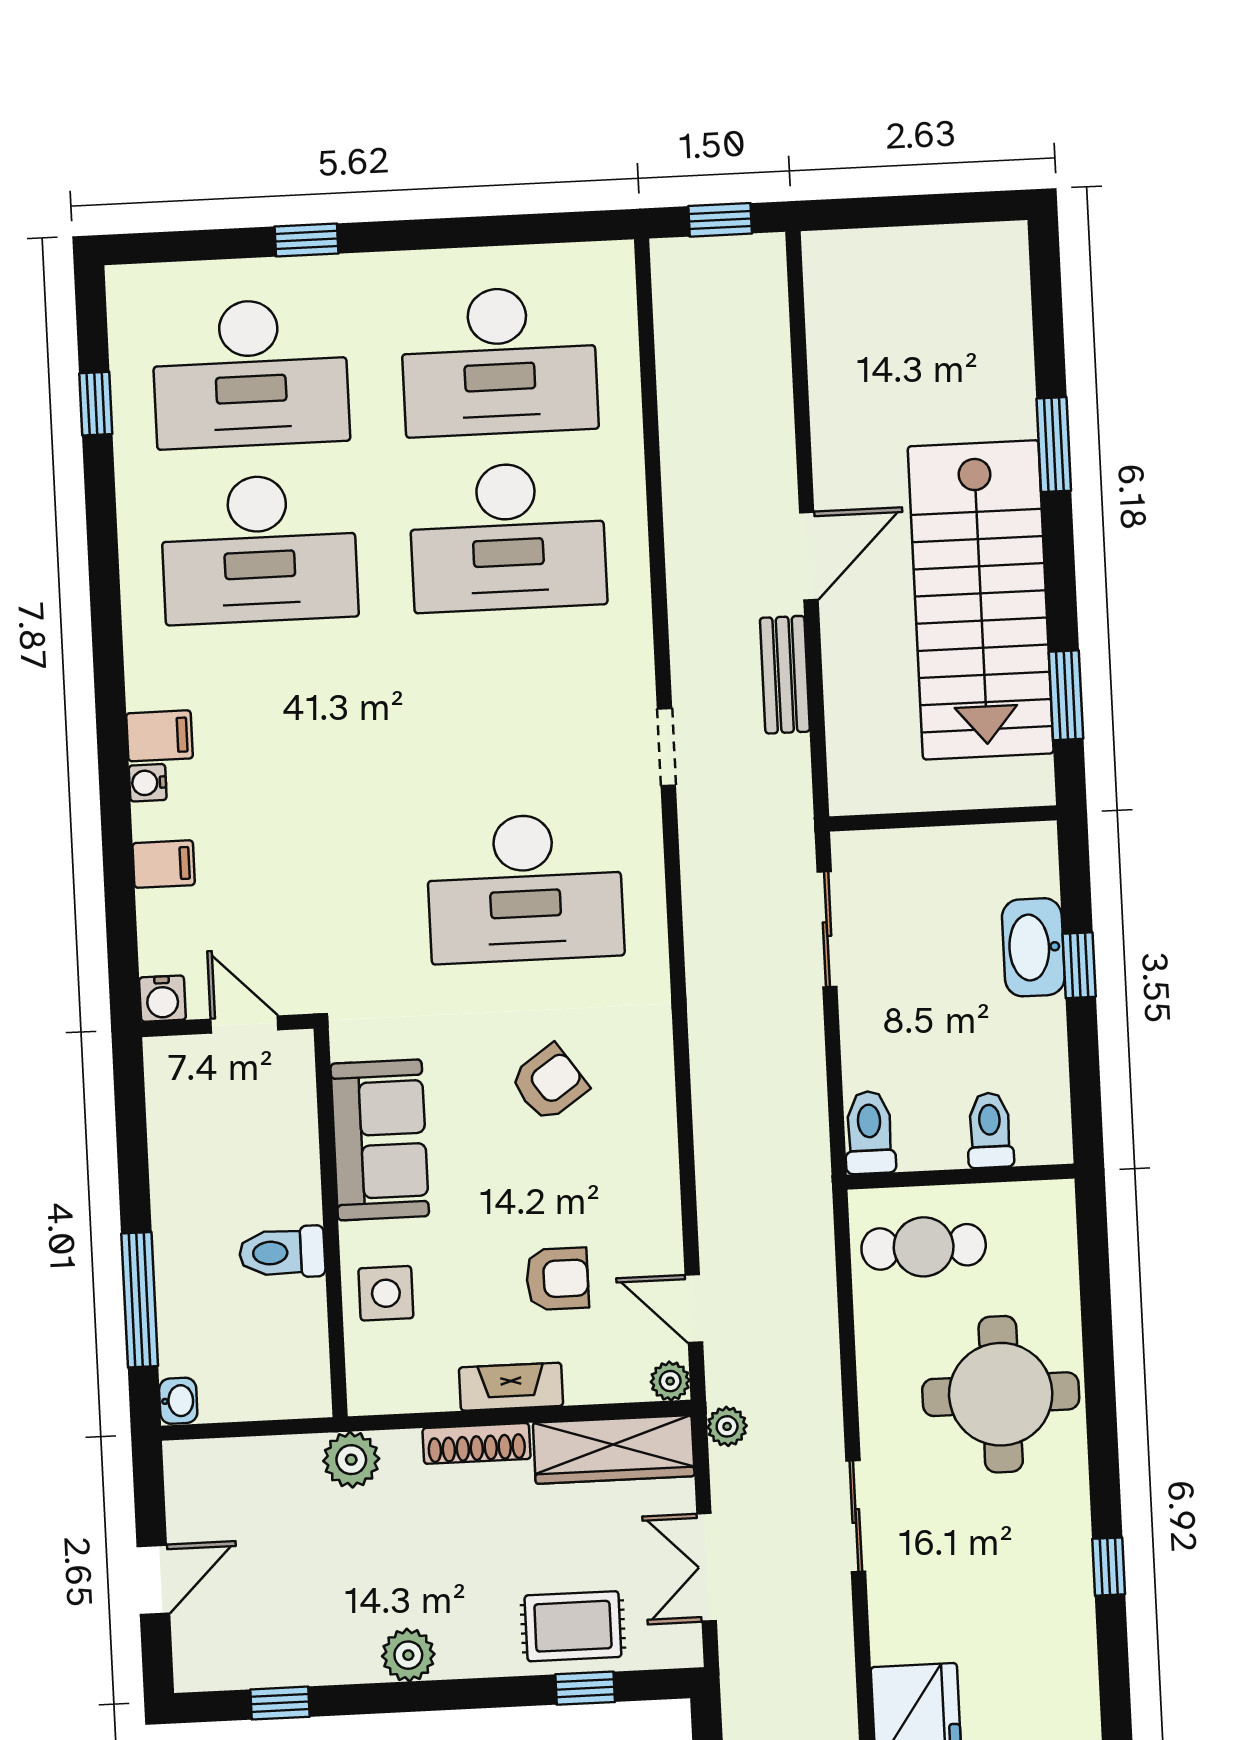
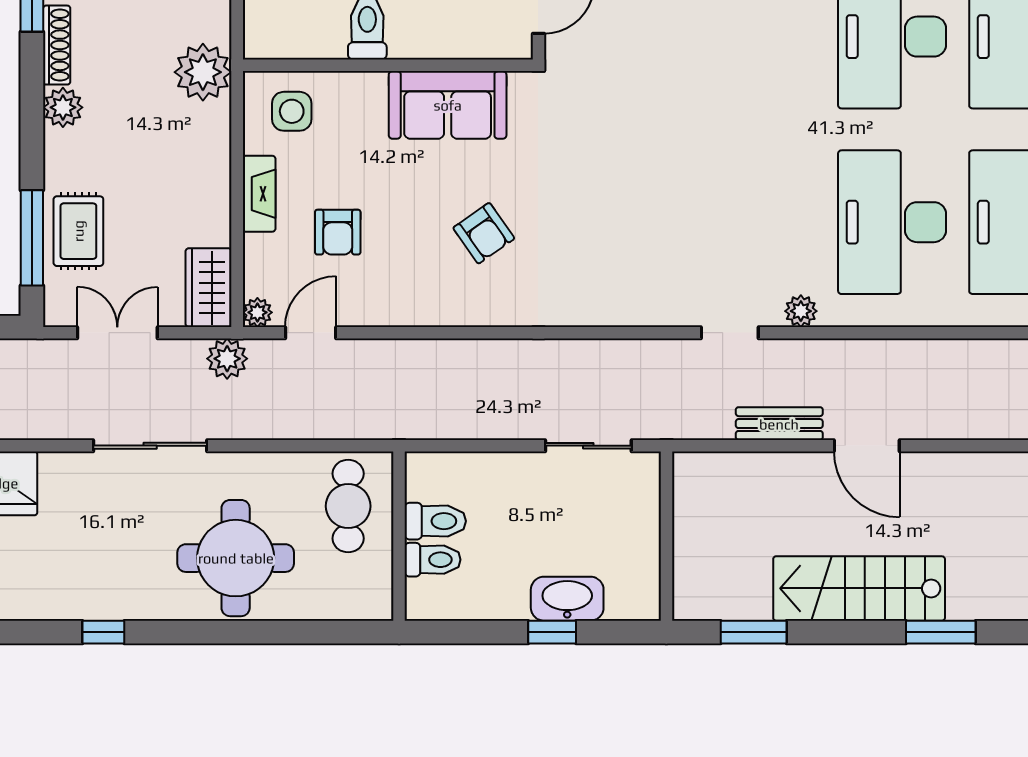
stairs: (981, 600) -> (859, 588), width x0.73, depth x0.66
plant: (633, 653) -> (801, 311), added
desk: (525, 888) -> (630, 222), removed
toilet: (870, 1132) -> (435, 521), moved
side table: (386, 1293) -> (292, 111), moved
plant: (727, 1426) -> (227, 359), width x1.38, depth x1.38
shoe rack: (477, 1443) -> (57, 45), moved, turned 180
wardrobe: (614, 1449) -> (209, 288), width x0.67
plant: (351, 1460) -> (203, 72), width x1.36, depth x1.36
sliding door: (856, 1516) -> (150, 446), width x1.37
window: (585, 1688) -> (32, 238), width x2.17

